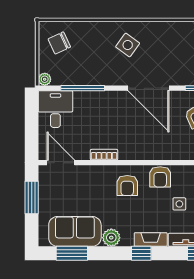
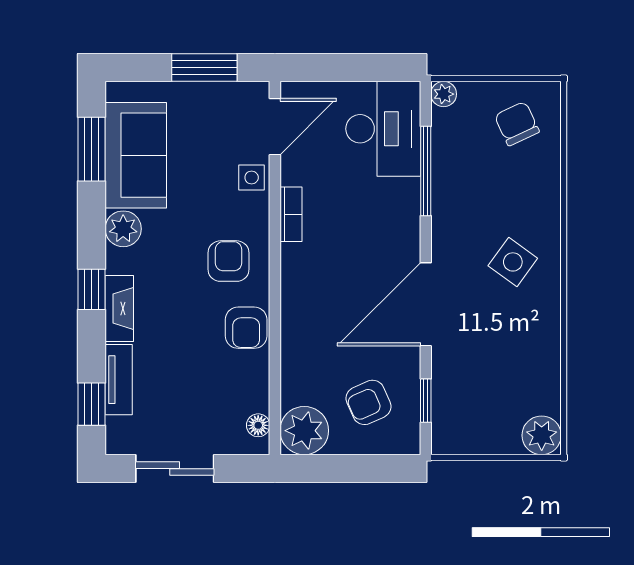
desk: (55, 109) -> (383, 129), width x1.37
armchair: (160, 177) -> (246, 328), turned -90
armchair: (127, 186) -> (229, 261), turned 90
side table: (179, 204) -> (252, 177), moved

